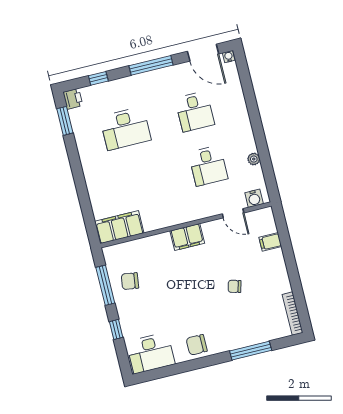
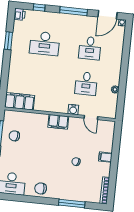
door: (203, 53) -> (107, 15), hinge flipped
window: (65, 121) -> (8, 41), moved
water cooler: (254, 198) -> (73, 109), moved
filing cabinet: (270, 242) -> (105, 157), moved

